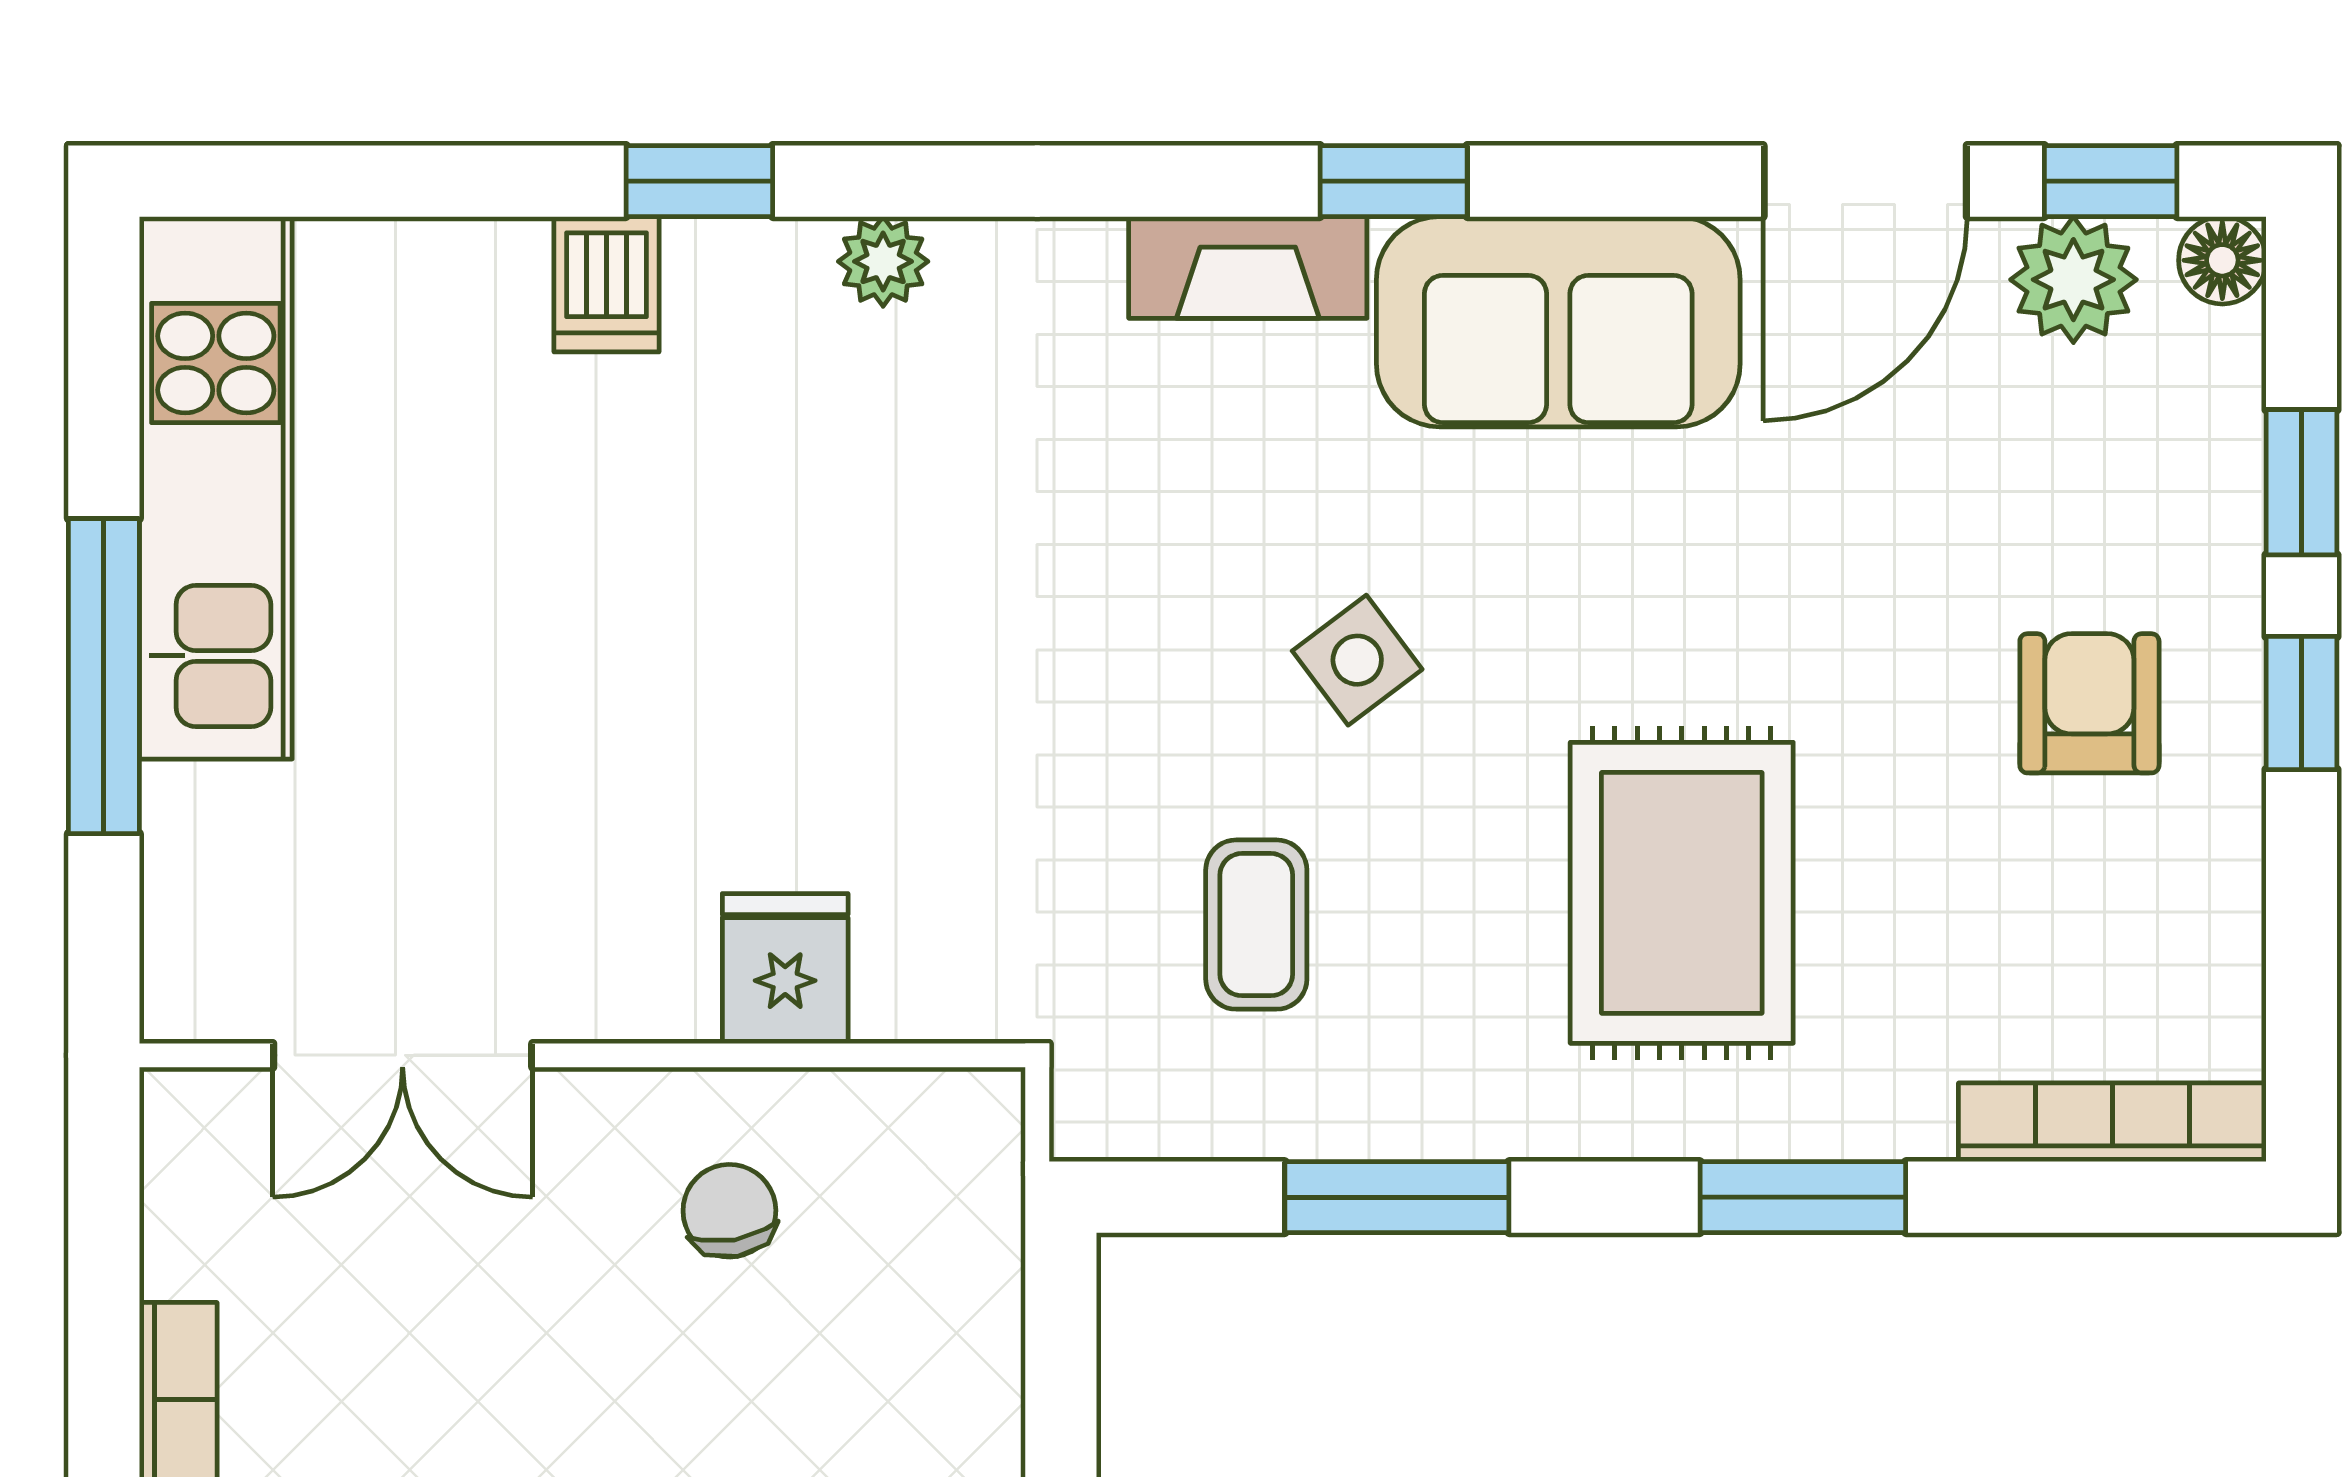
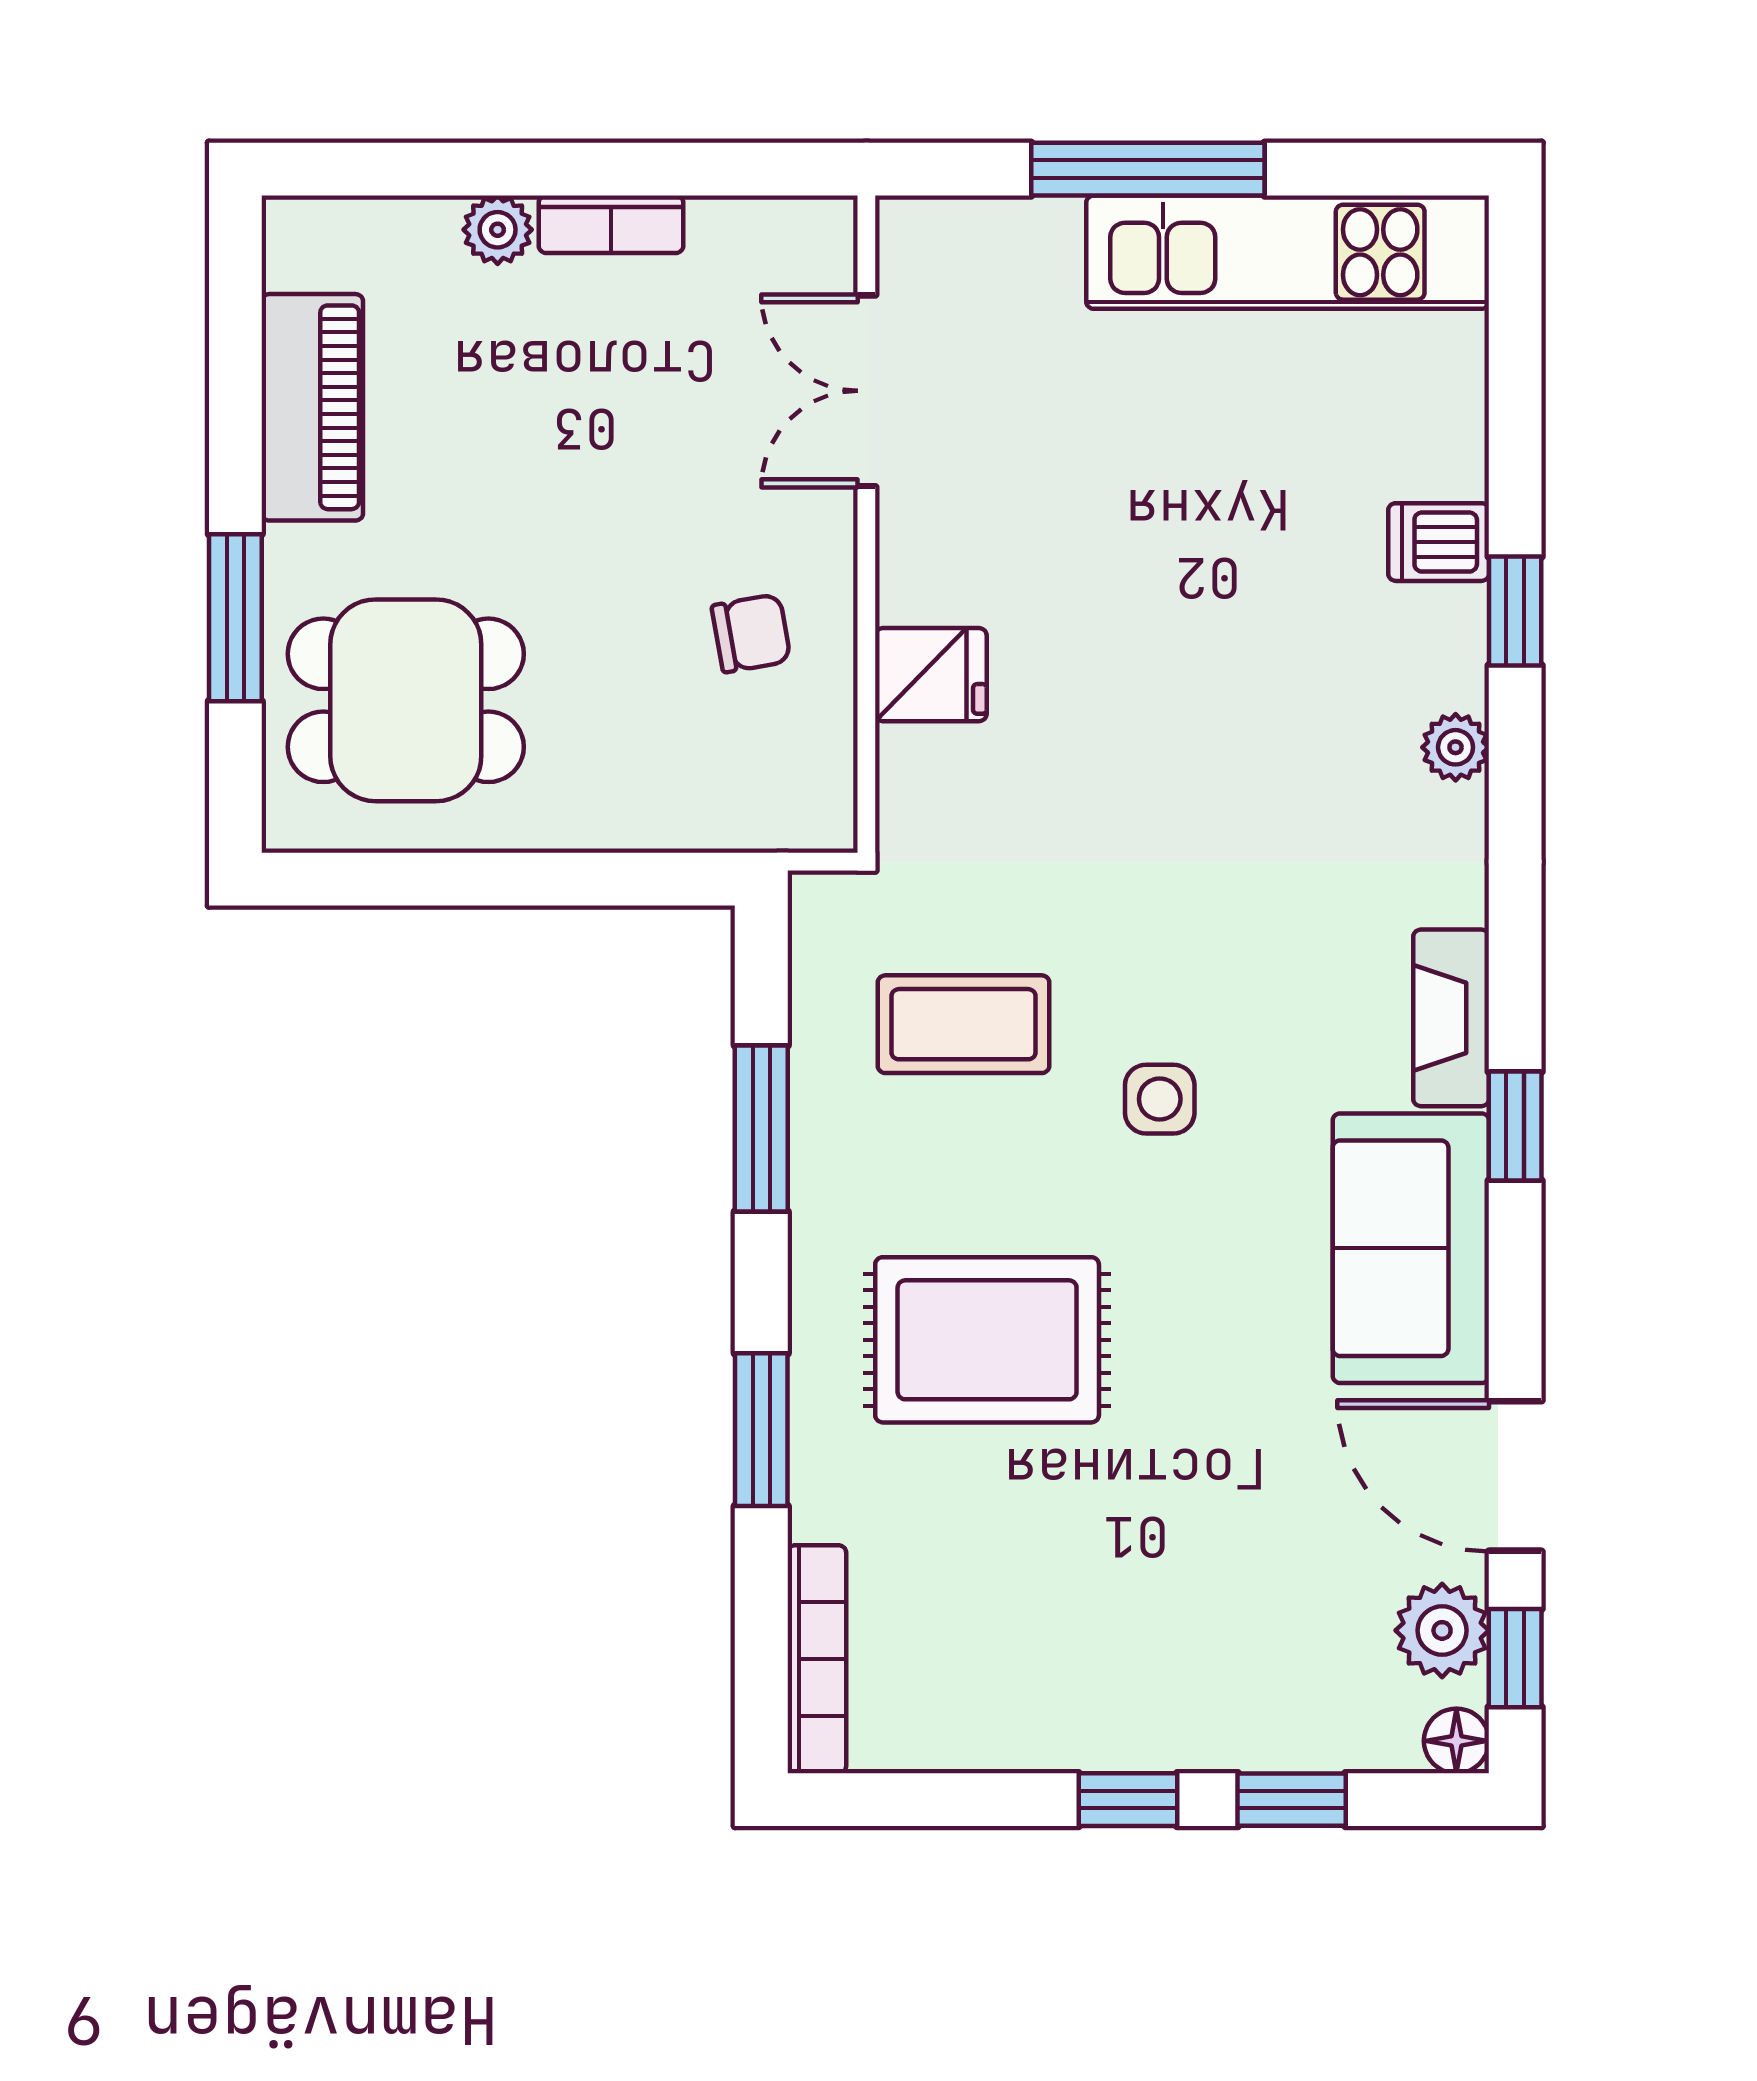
side table: (1357, 660) -> (1160, 1099), turned 37
armchair: (2089, 703) -> (1128, 1642), removed
coffee table: (1256, 925) -> (964, 1024), width x1.36, depth x1.30

